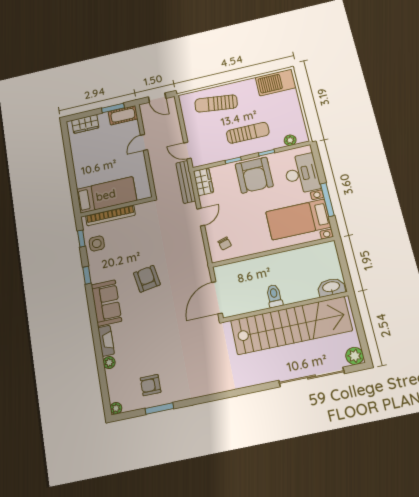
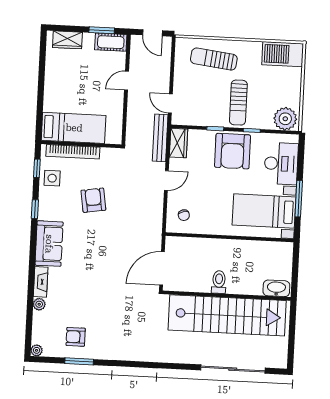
sun lounger: (248, 133) -> (238, 103), turned 90
plant: (290, 140) -> (285, 119), width x1.87, depth x1.87
armchair: (147, 279) -> (93, 200), moved
plant: (355, 356) -> (279, 360), removed

